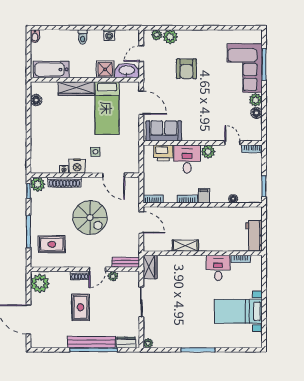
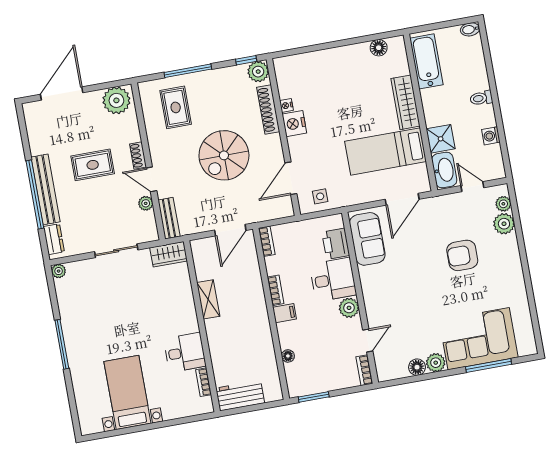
side table: (95, 152) -> (320, 196), moved

